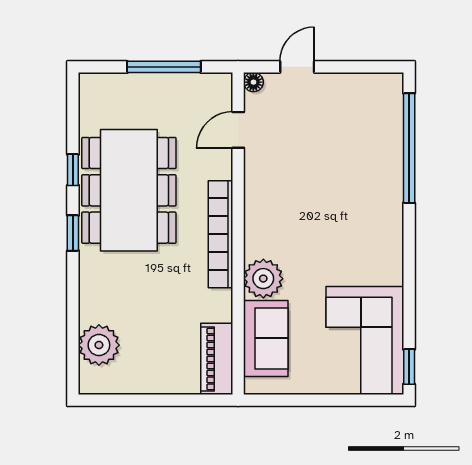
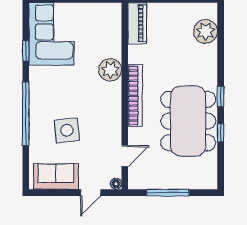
window: (409, 148) -> (26, 114), moved
side table: (338, 174) -> (67, 130), added
sofa: (266, 338) -> (56, 177), moved, turned 90
window: (409, 367) -> (26, 51), moved

